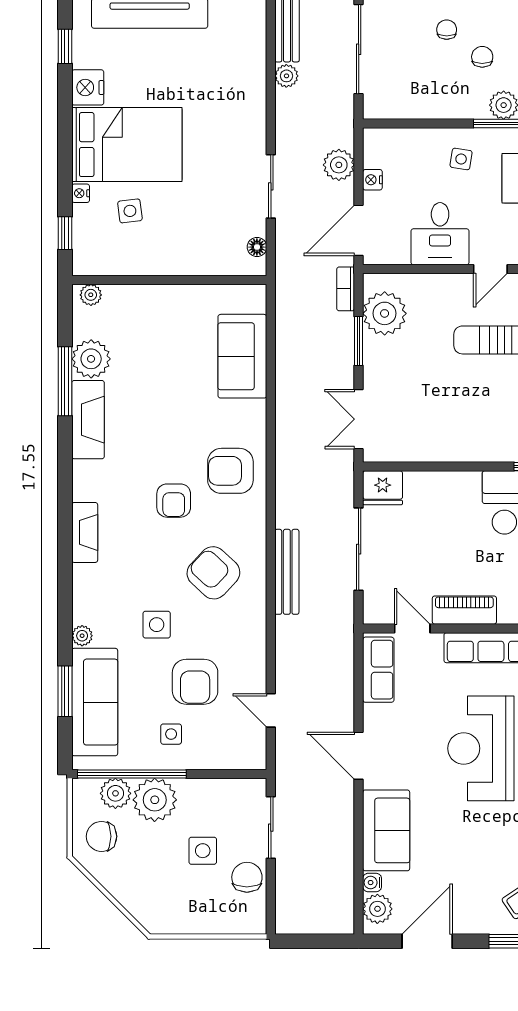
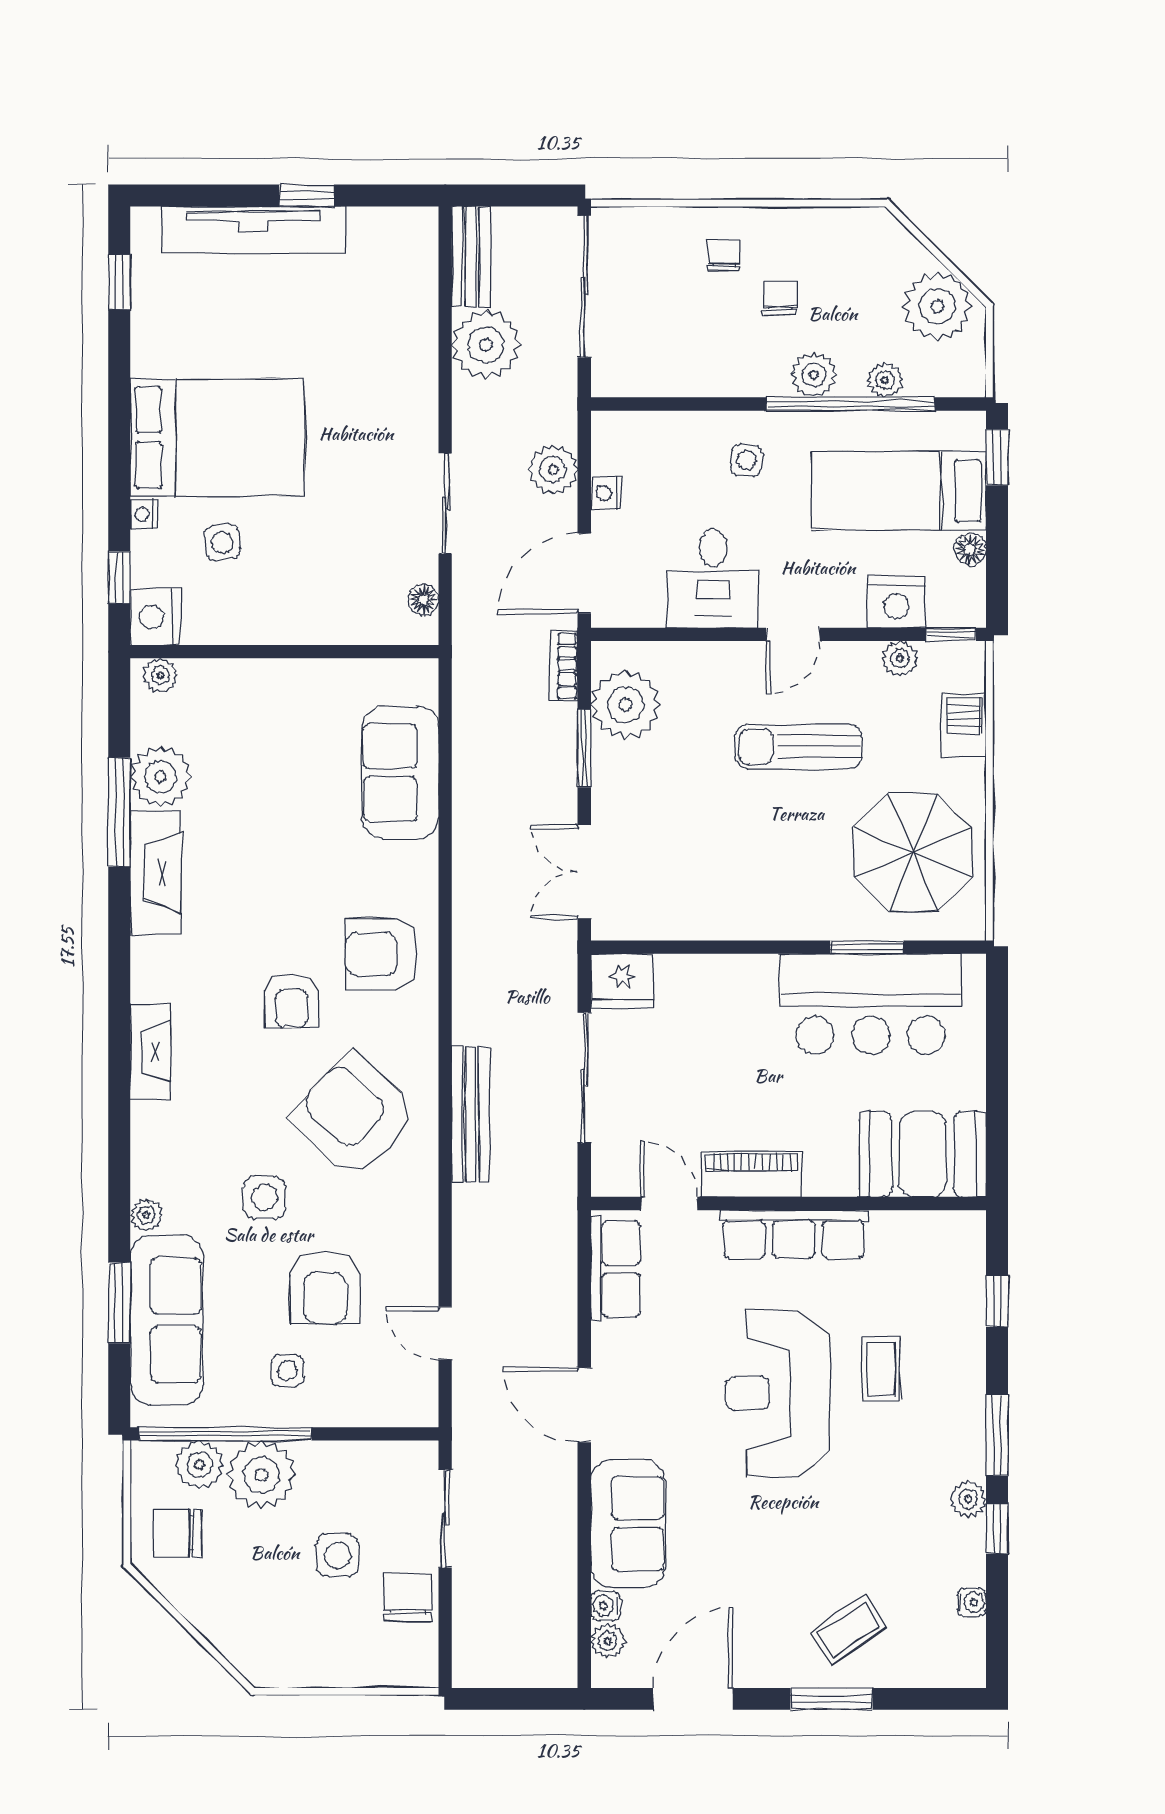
plant: (286, 76) -> (486, 345), width x1.87, depth x1.87
nightstand: (88, 87) -> (155, 617), moved
armchair: (213, 573) -> (354, 1115), width x1.36, depth x1.36
plant: (377, 909) -> (608, 1641), width x0.73, depth x0.73

